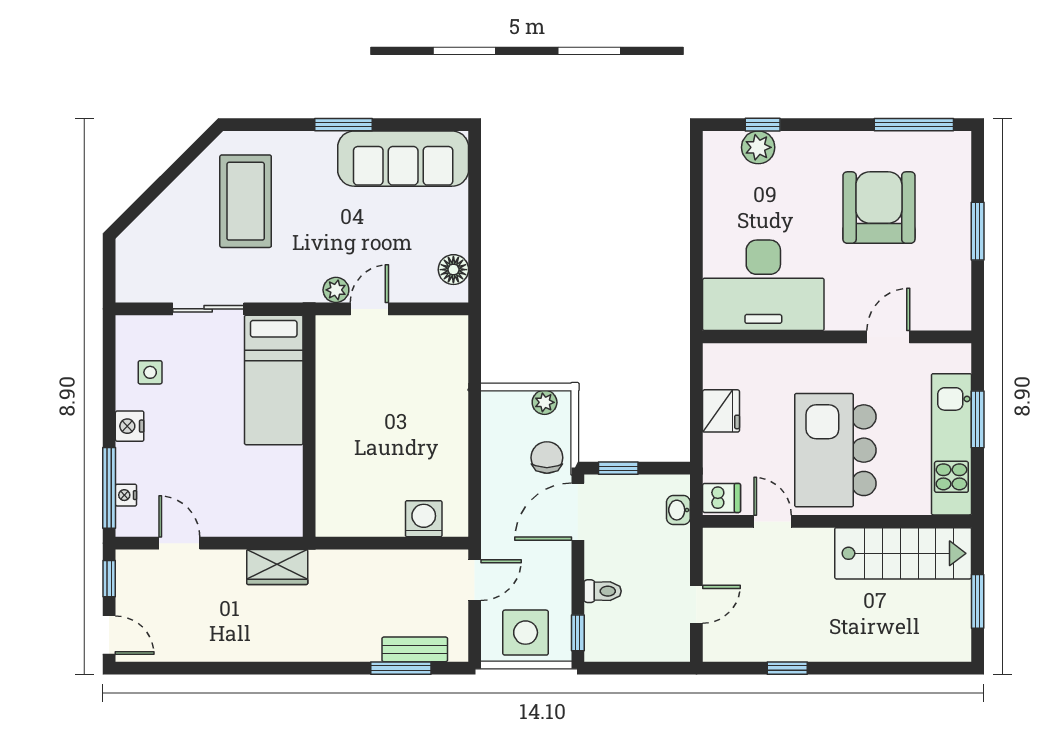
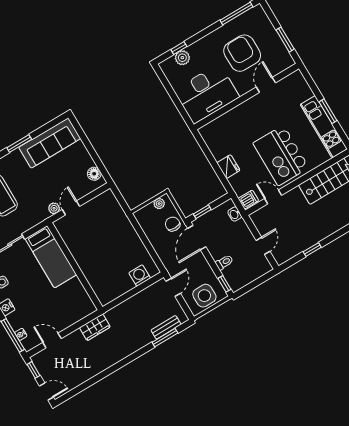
desk: (763, 285) -> (207, 94), moved
wall: (837, 337) -> (246, 96), moved
door: (888, 337) -> (266, 85), moved

